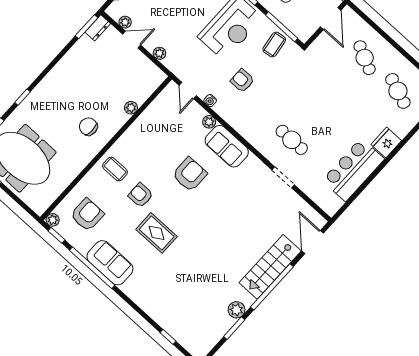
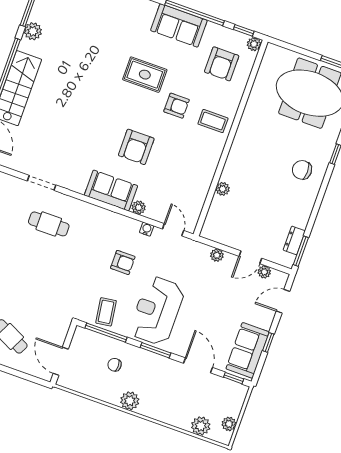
dresser: (98, 28) -> (294, 240), moved
chair: (88, 127) -> (302, 170), moved, turned 180

